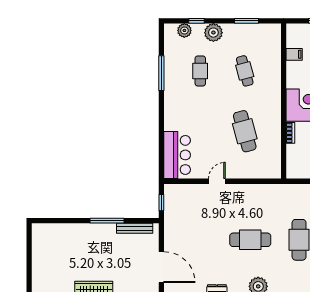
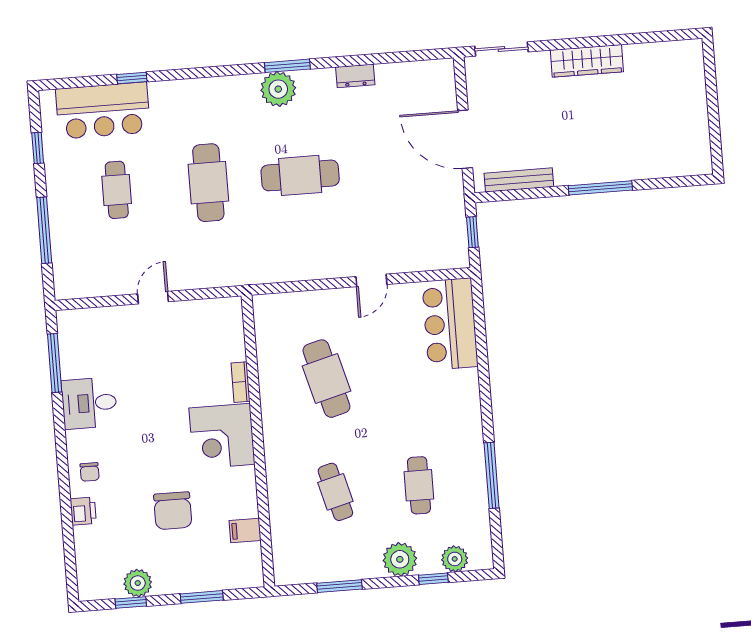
window: (107, 221) -> (600, 188), moved
door: (161, 267) -> (465, 139), moved

